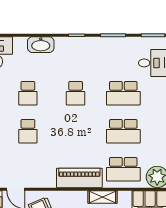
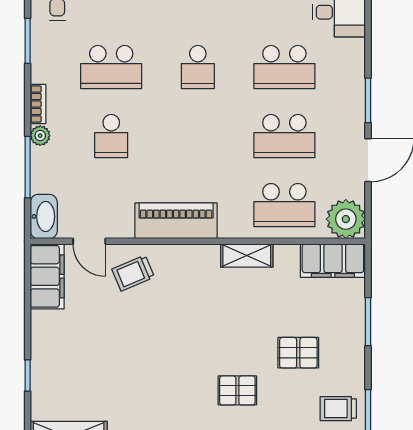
school desk: (28, 93) -> (111, 67), width x1.85
piano: (79, 178) -> (176, 221), moved

